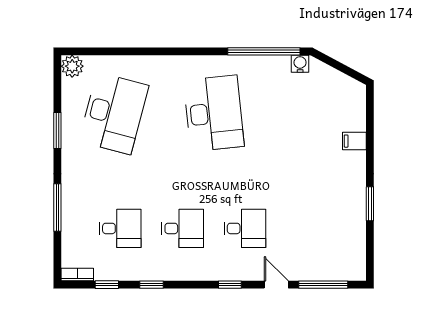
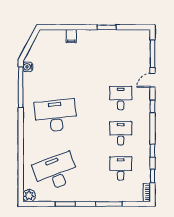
desk: (114, 113) -> (56, 172), turned -36

